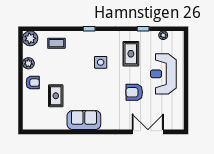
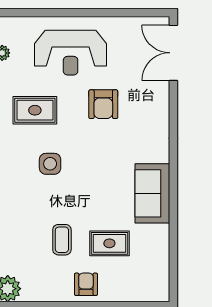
coffee table: (56, 43) -> (62, 240), moved
plant: (28, 63) -> (52, 292), removed
double door: (148, 132) -> (173, 53), moved

